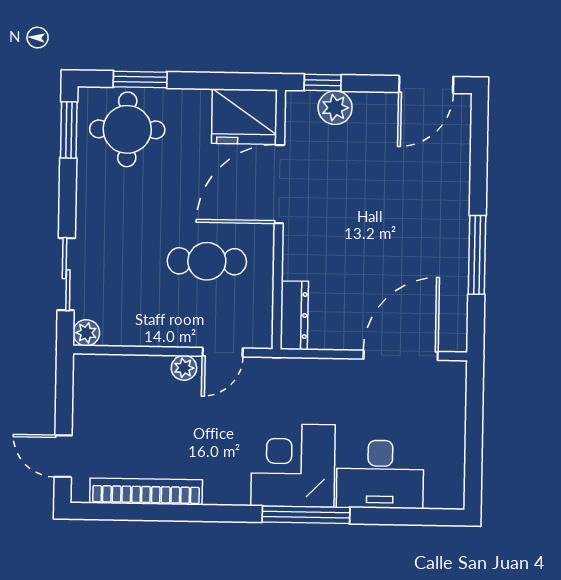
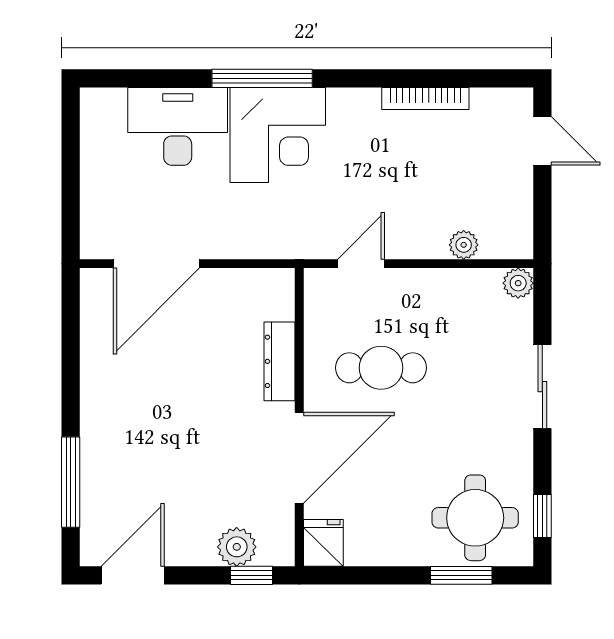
fridge: (244, 117) -> (323, 543), width x0.53, depth x0.75
window: (69, 130) -> (542, 516), width x0.67
window: (477, 255) -> (71, 482), moved
sliding door: (66, 274) -> (542, 387), moved
dresser: (294, 315) -> (280, 361), moved
plant: (184, 368) -> (464, 245), moved
bookcase: (146, 491) -> (425, 99), width x0.68, depth x0.76

